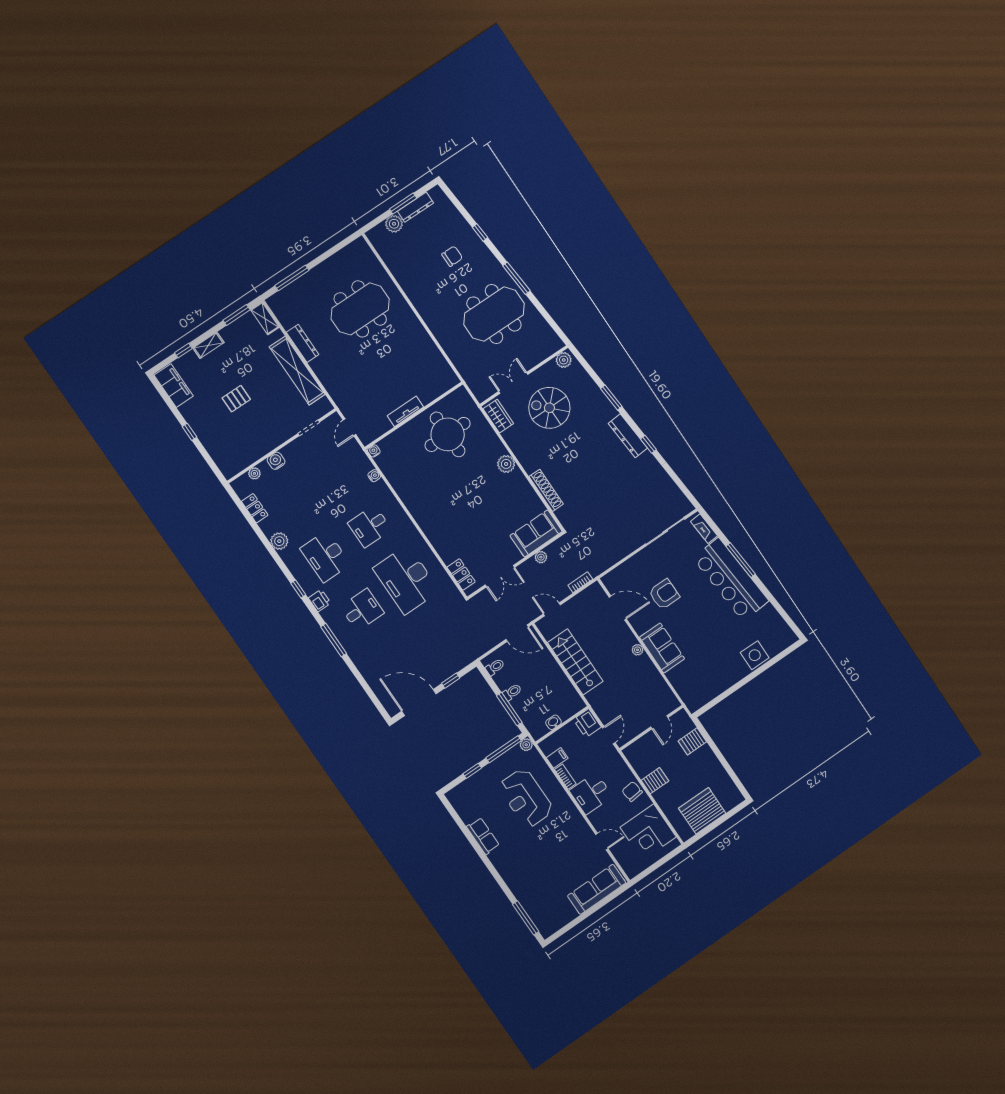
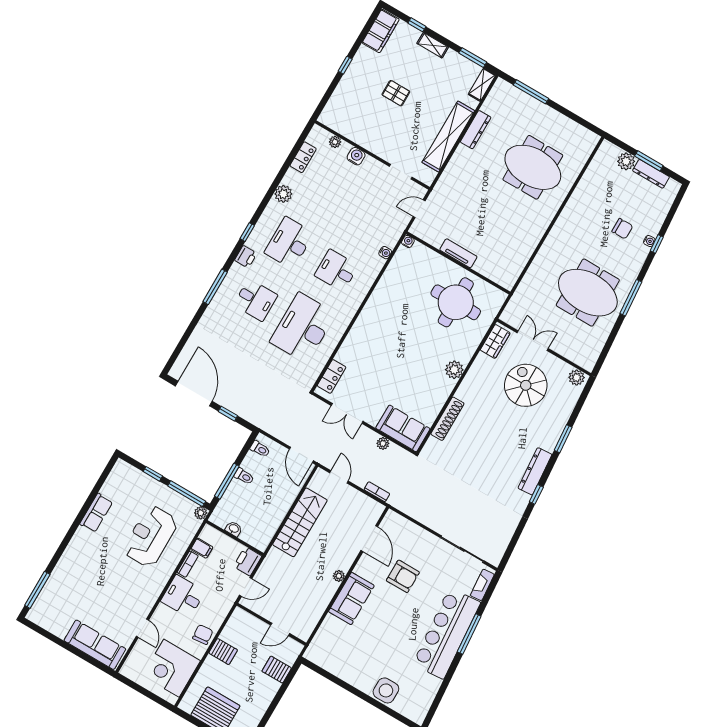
water cooler: (474, 238) -> (649, 241), added

